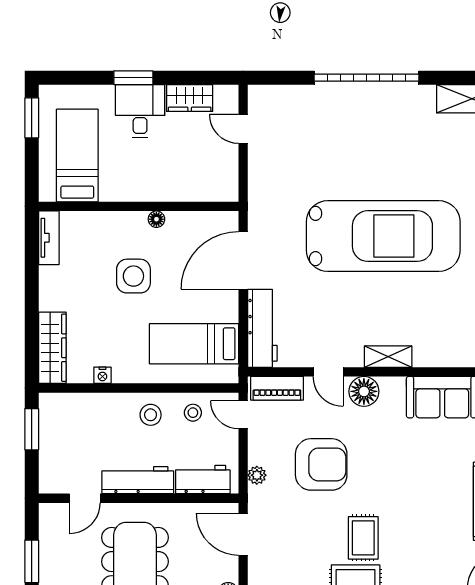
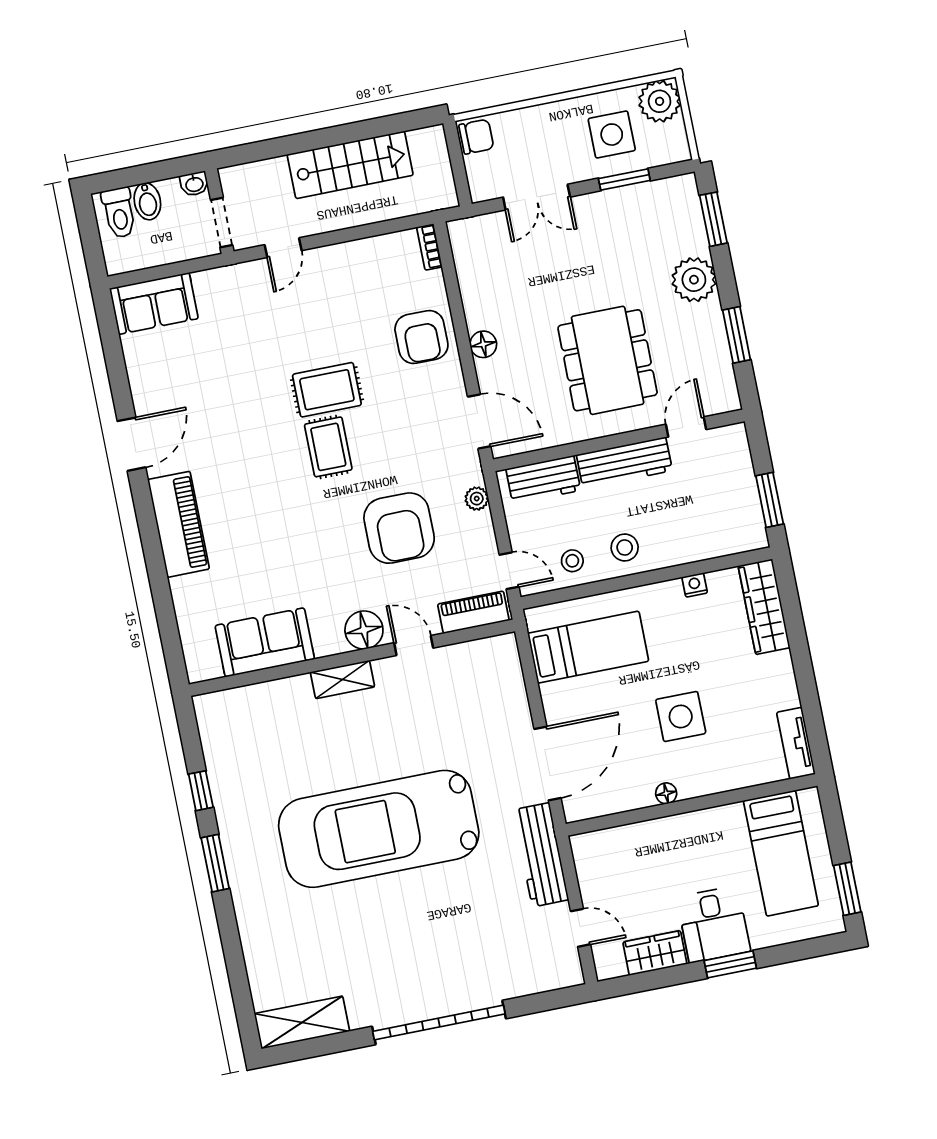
workbench: (262, 328) -> (541, 855), moved
armchair: (321, 464) -> (399, 528), turned -90

